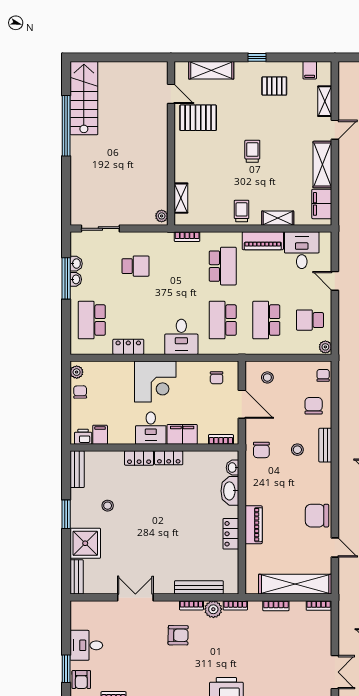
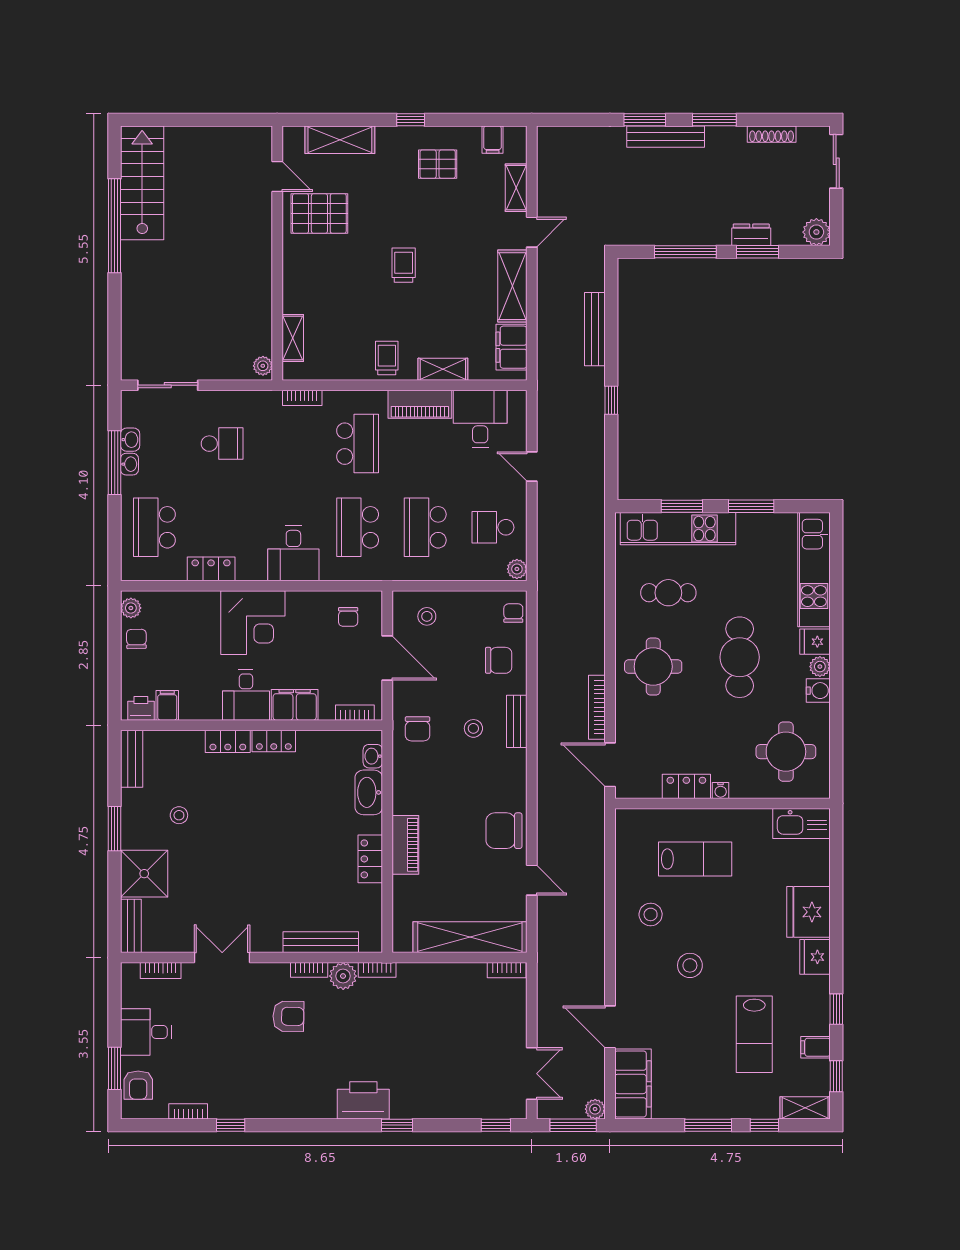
chair: (314, 406) -> (499, 660), turned 90
bookcase: (276, 606) -> (161, 971), moved

